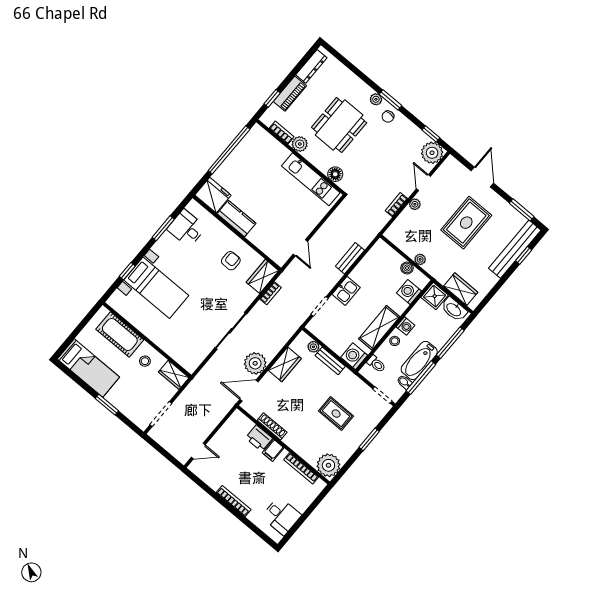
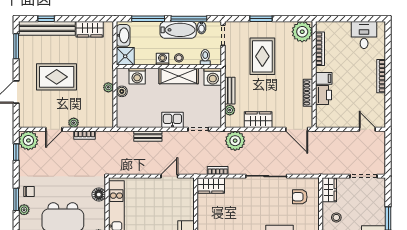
armchair: (231, 261) -> (300, 197), moved
wardrobe: (461, 289) -> (90, 29), moved, turned -90
plant: (255, 363) -> (235, 141), moved
rug: (336, 414) -> (262, 56), width x1.36, depth x1.43

